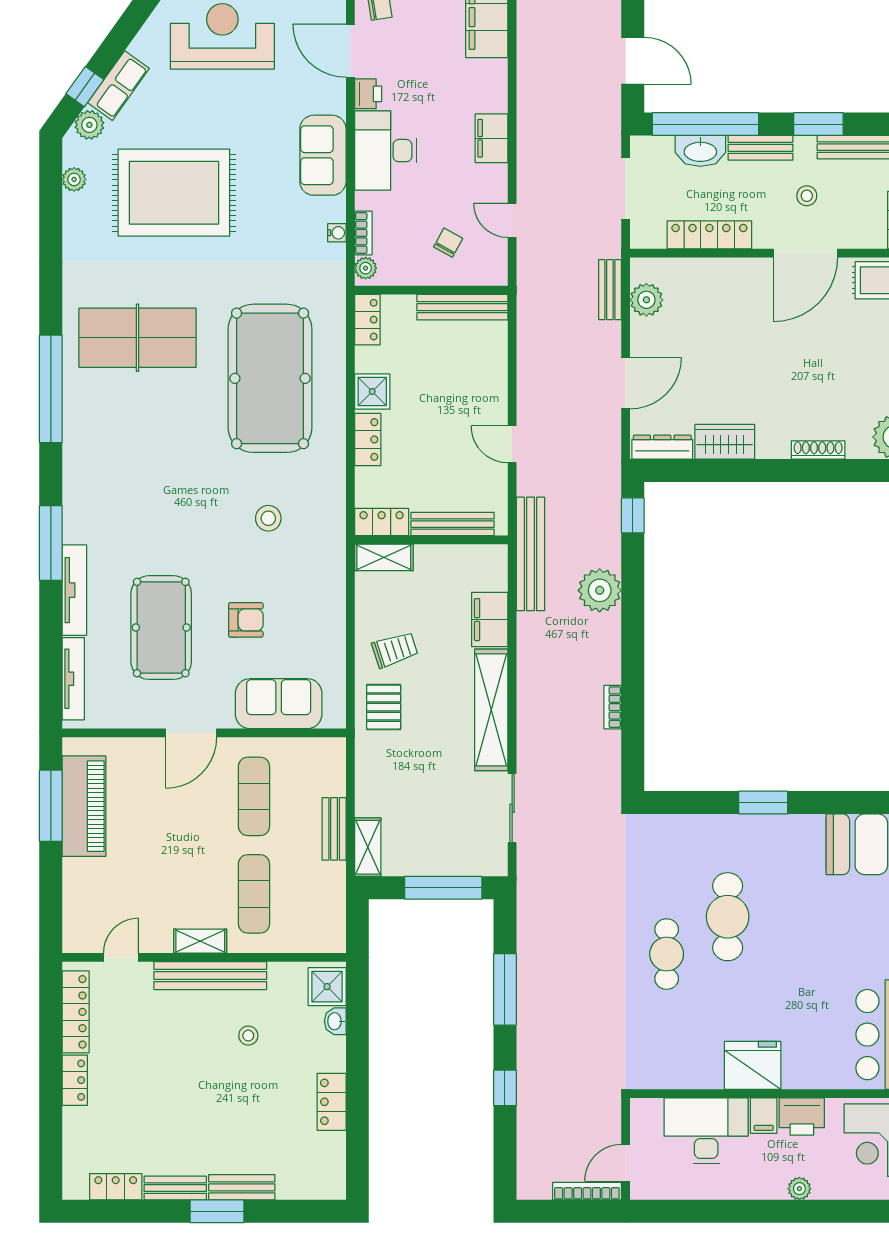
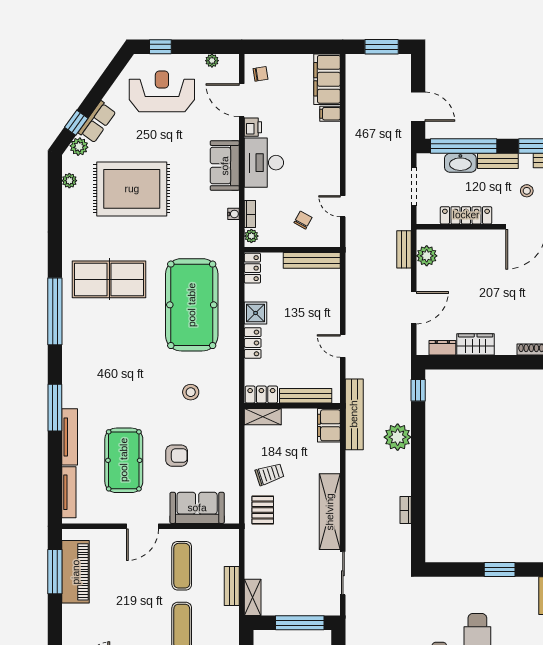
filing cabinet: (492, 138) -> (330, 114), moved, width x0.50
dresser: (662, 447) -> (442, 348), width x0.70
filing cabinet: (490, 620) -> (329, 425), moved

